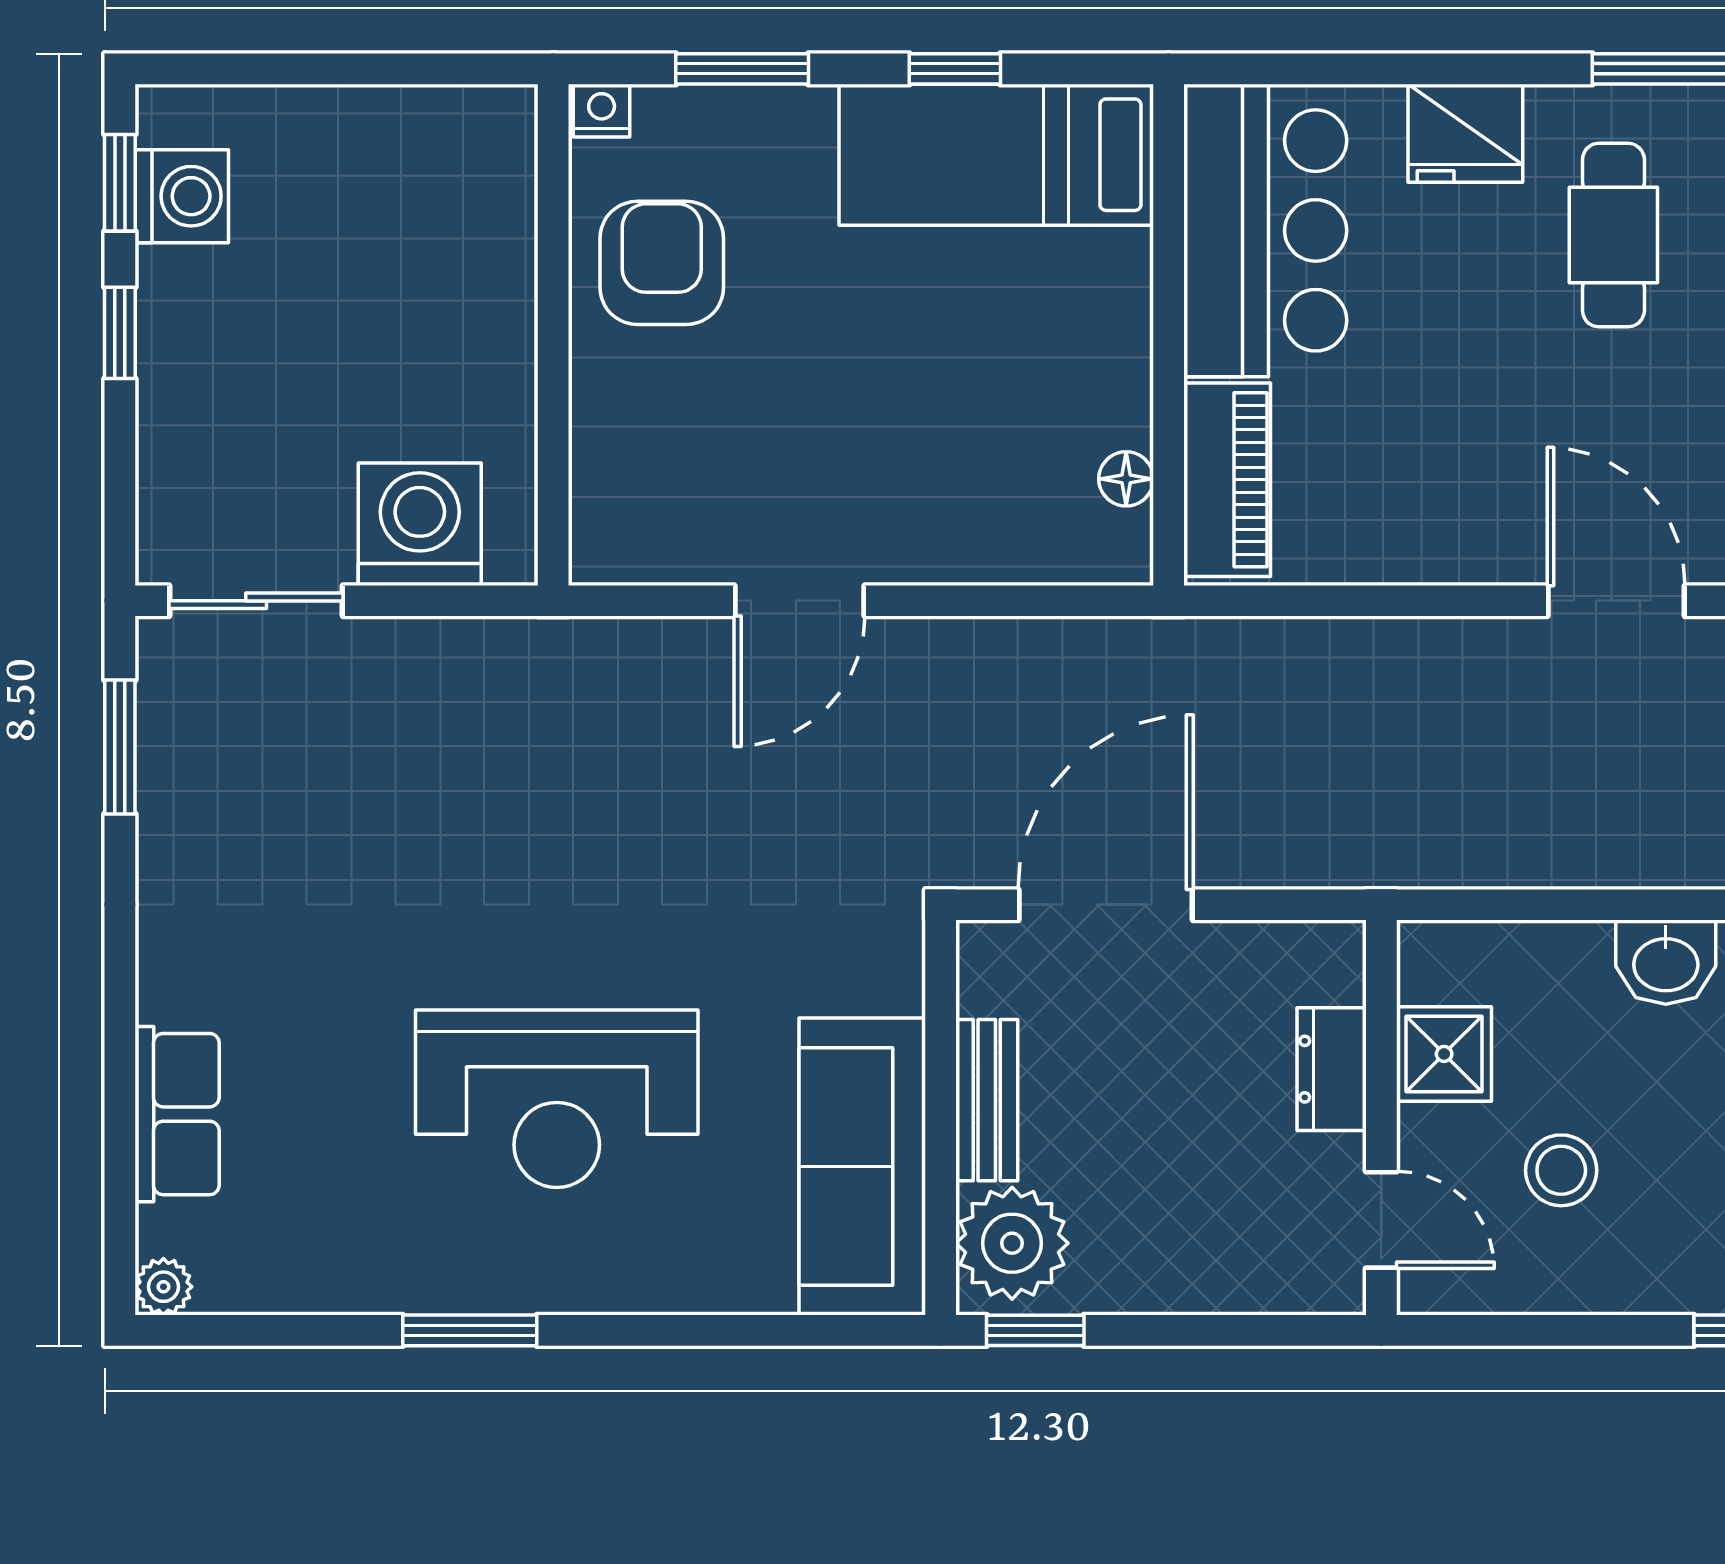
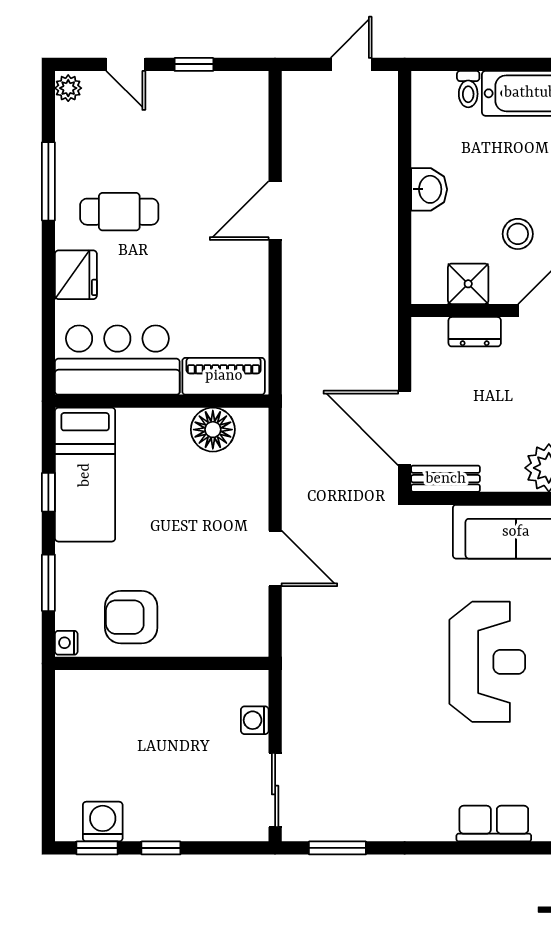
floor lamp: (1126, 479) -> (213, 430), width x1.89, depth x1.89
washing machine: (420, 524) -> (255, 720), width x0.53, depth x0.53
bench: (987, 1100) -> (446, 479), moved

